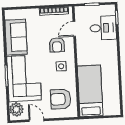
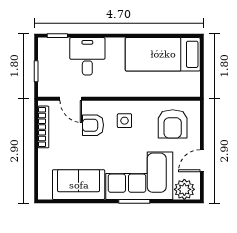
desk: (103, 28) -> (87, 56), moved
armchair: (57, 45) -> (93, 125), turned 180
bed: (90, 91) -> (163, 54), moved

